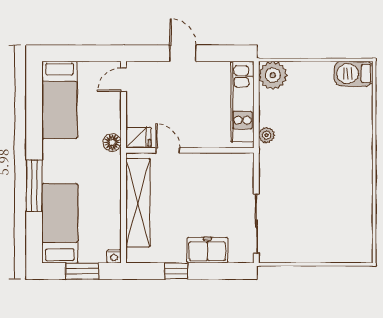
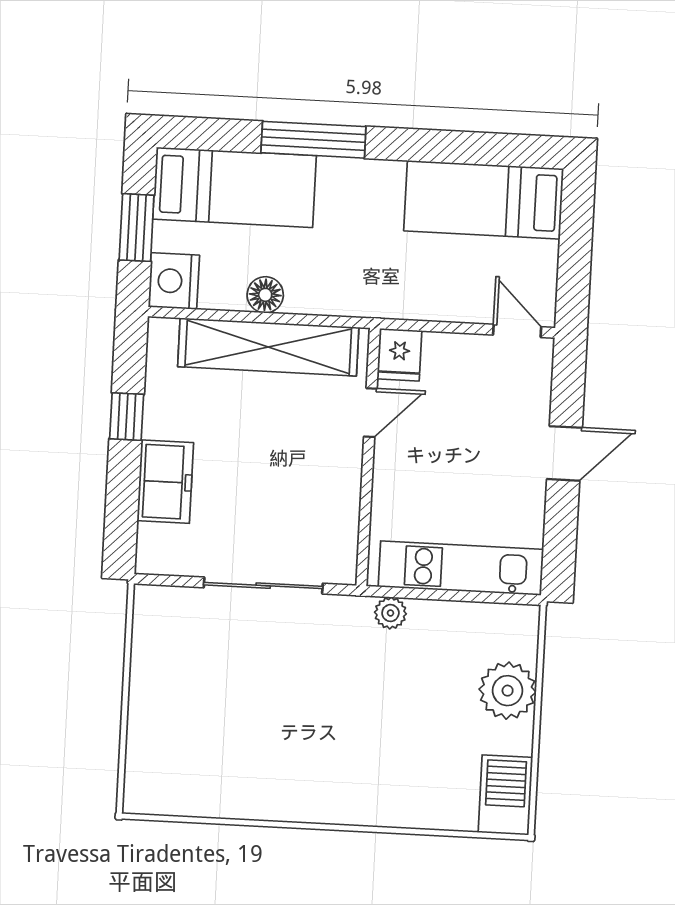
plant: (273, 75) -> (508, 691), moved
floor lamp: (112, 142) -> (265, 295), moved
sliding door: (256, 224) -> (263, 586), moved
nightstand: (114, 256) -> (174, 281), width x1.89, depth x1.79

